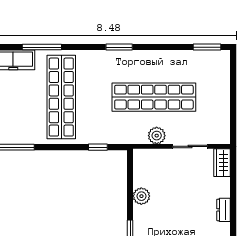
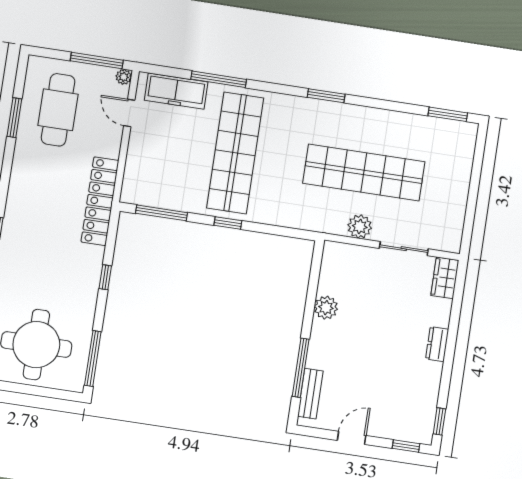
window: (98, 147) -> (228, 223), moved

